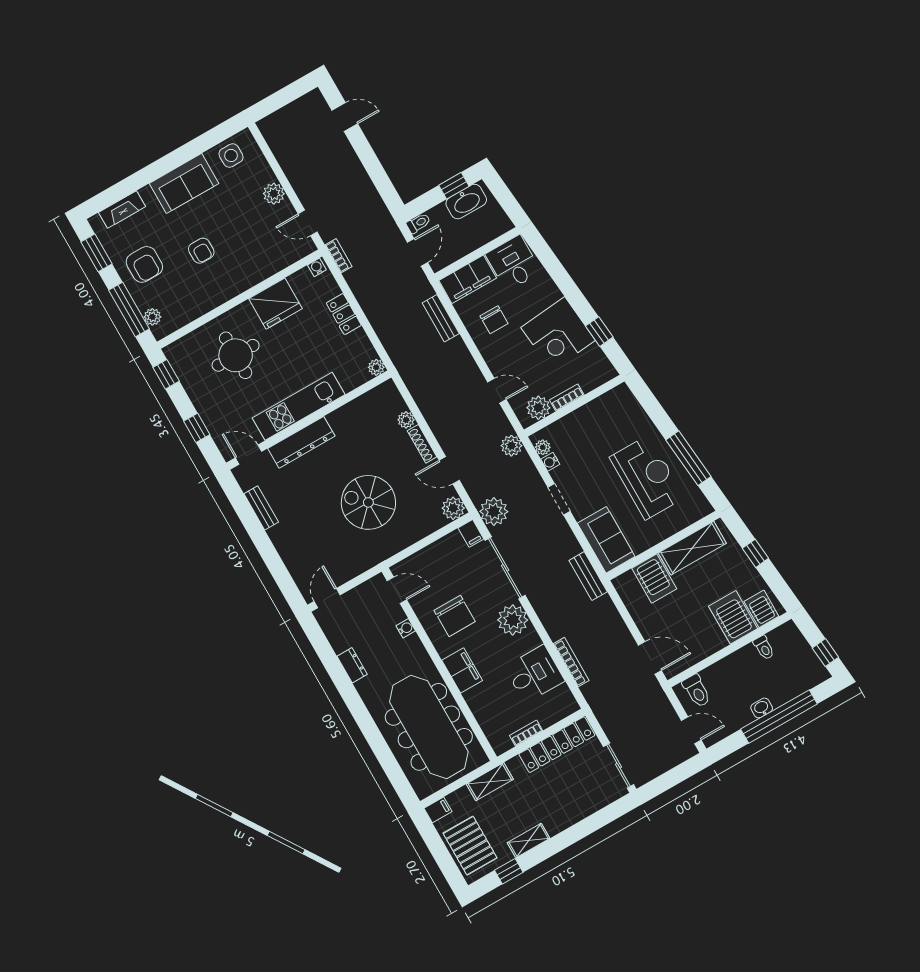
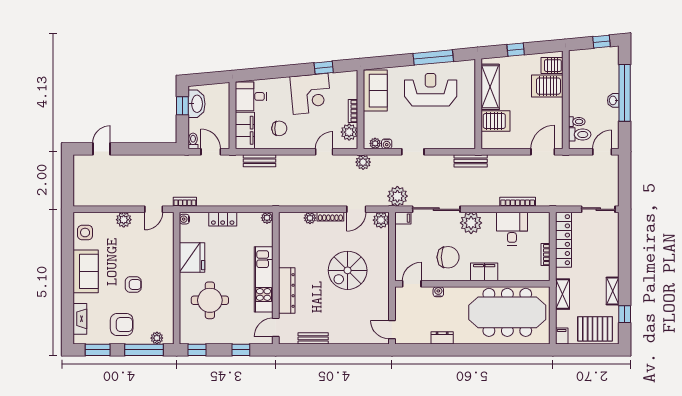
sofa: (606, 540) -> (375, 91), moved, turned 90
toilet: (764, 648) -> (577, 122), moved

